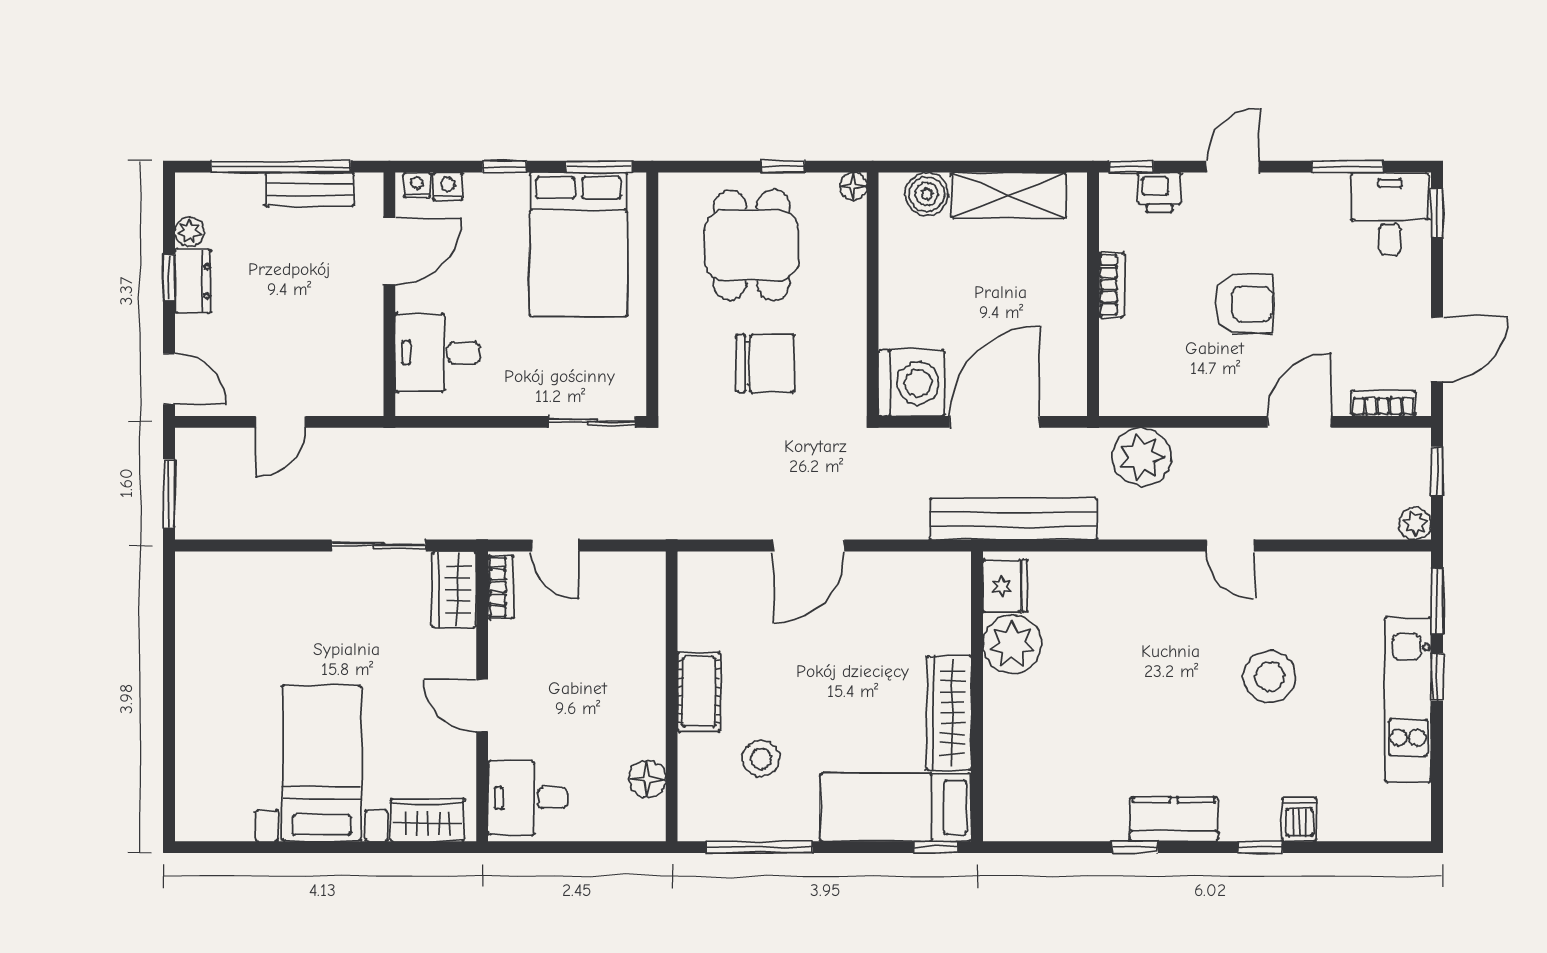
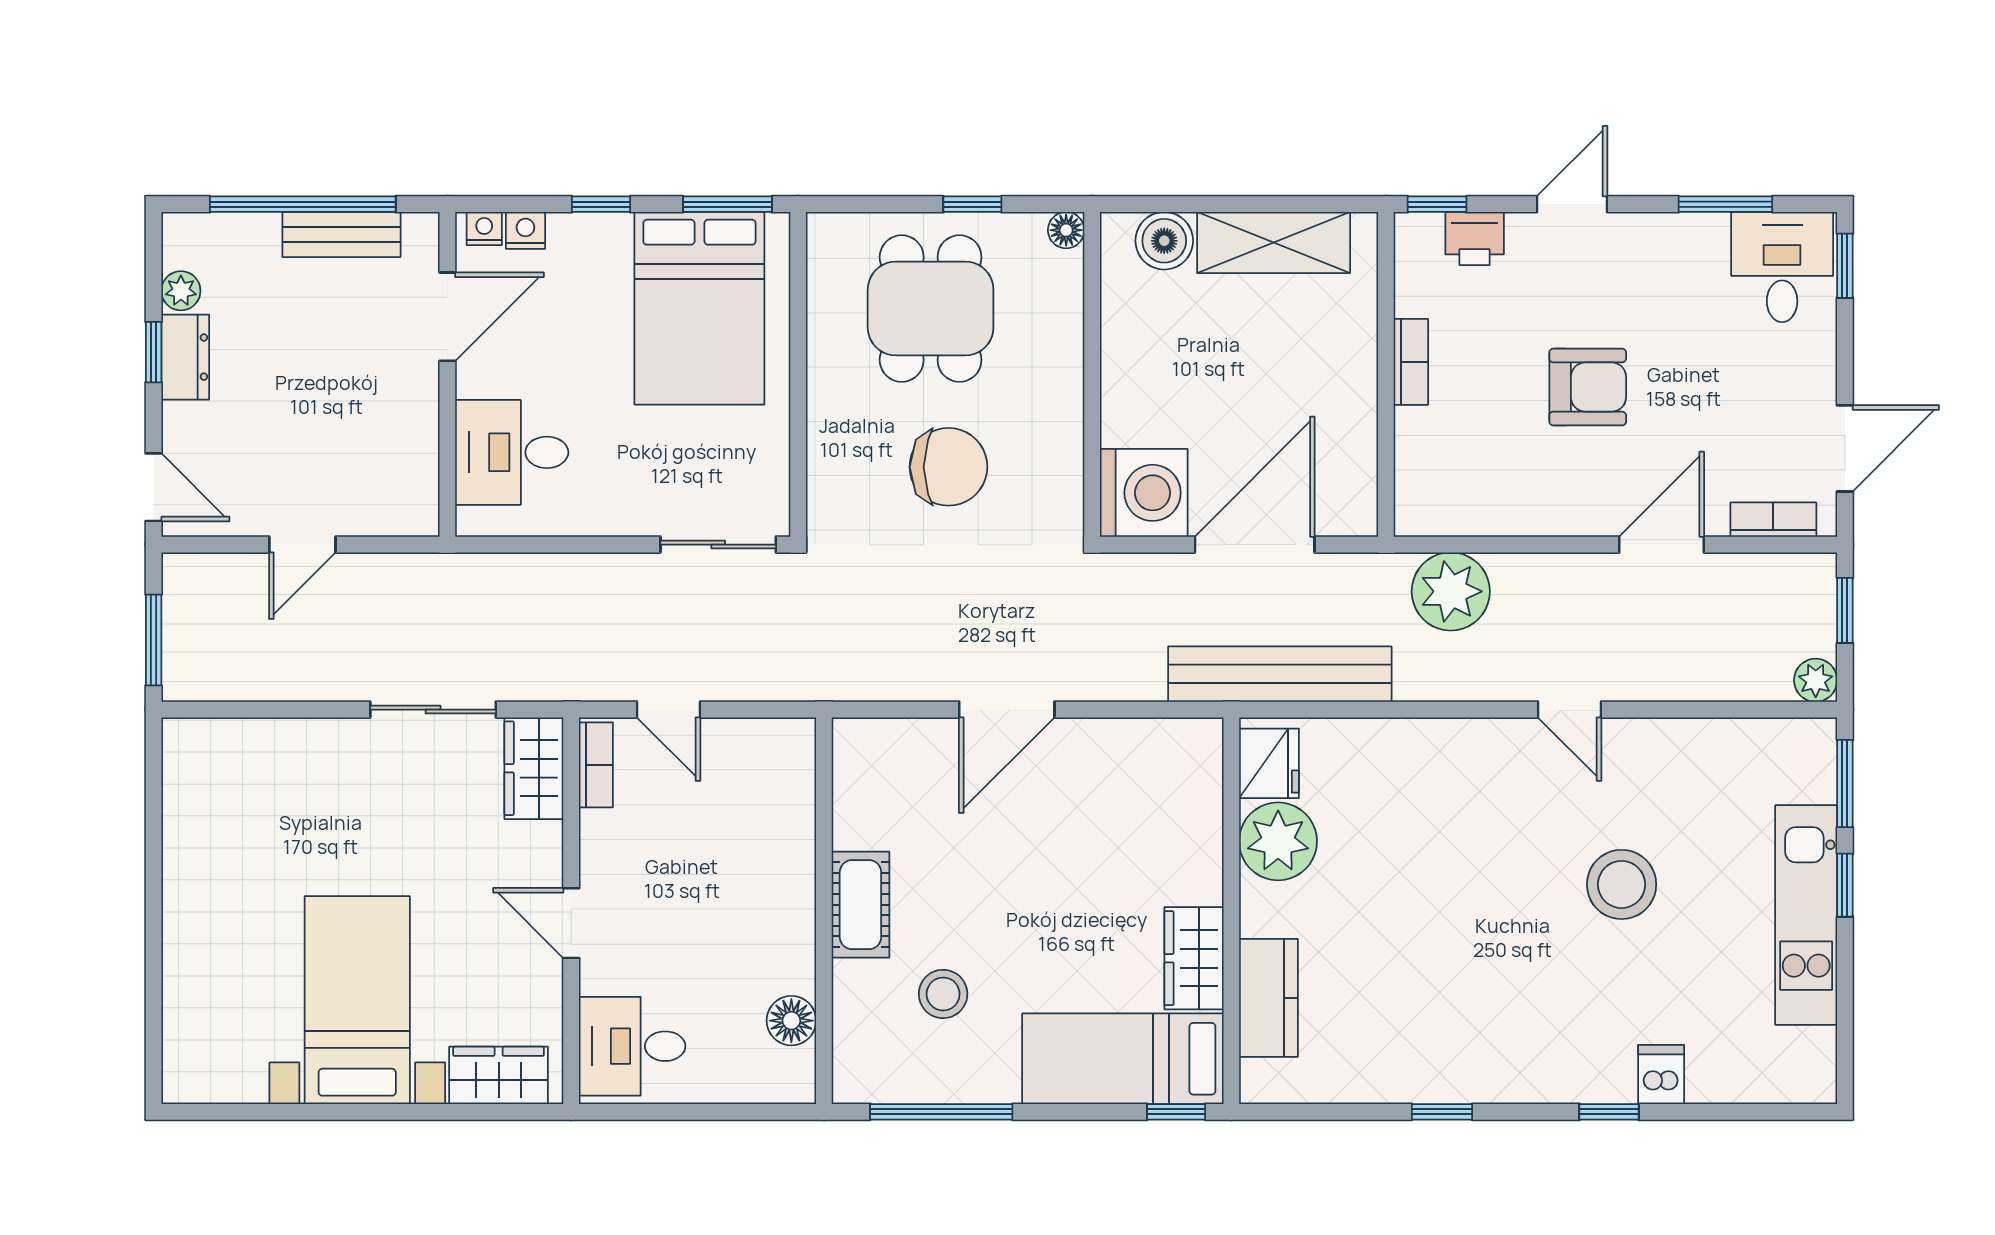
wardrobe: (949, 713) -> (1194, 958), width x0.67
kitchen counter: (1174, 819) -> (1268, 998), moved, turned 90

